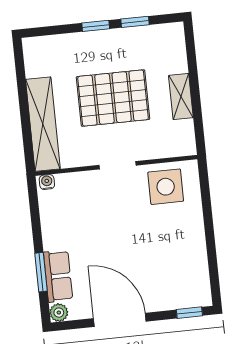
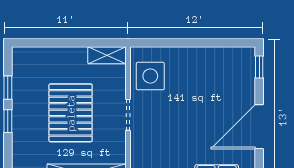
shelving: (181, 97) -> (107, 55), moved

